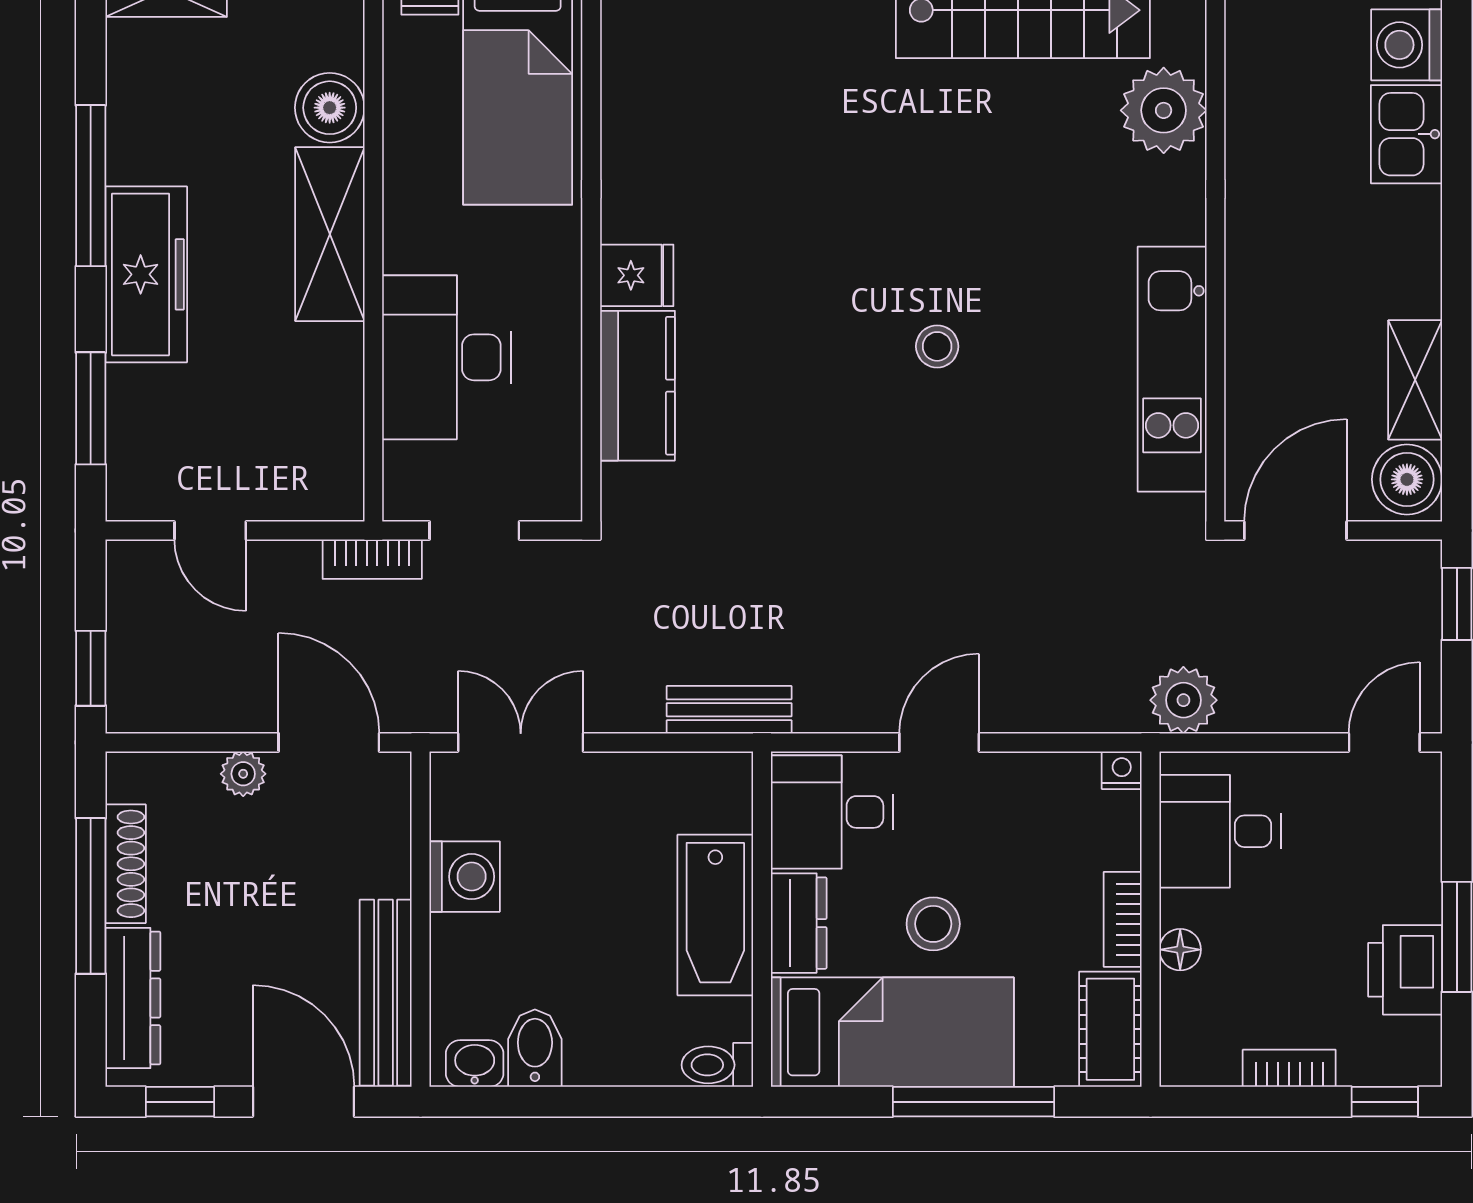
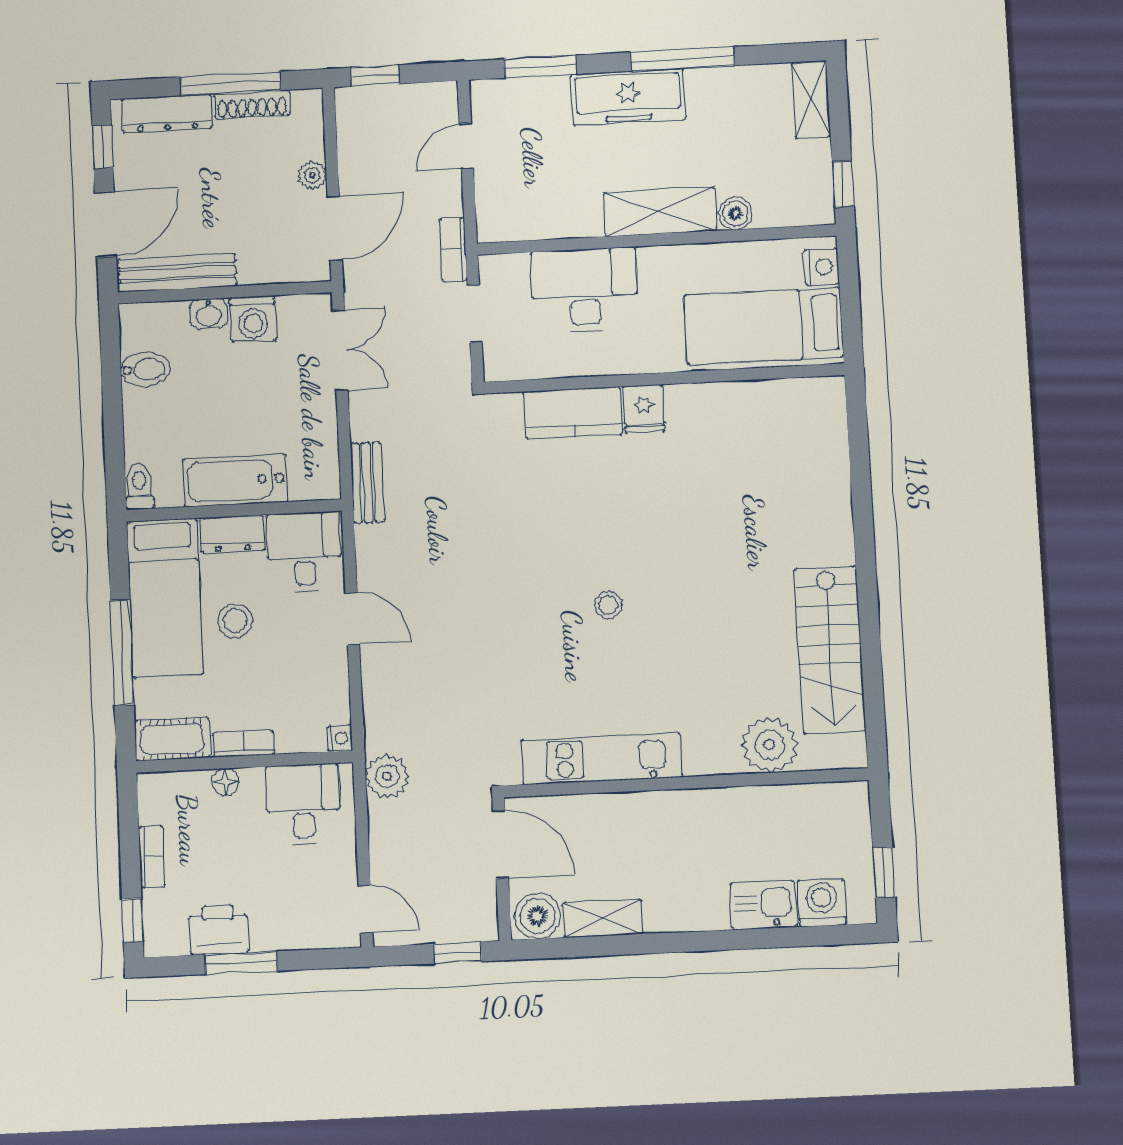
boiler: (330, 108) -> (735, 213), width x0.73, depth x0.73
washbasin: (475, 1064) -> (209, 314), moved, turned 90

